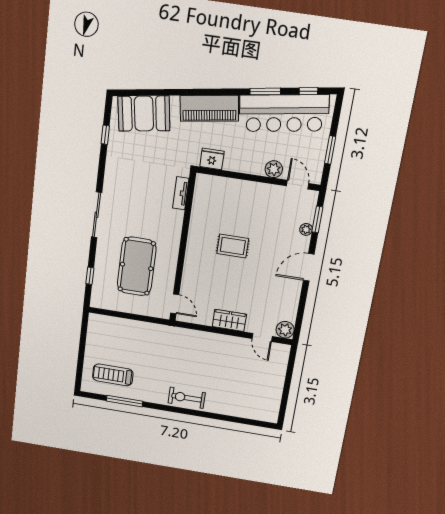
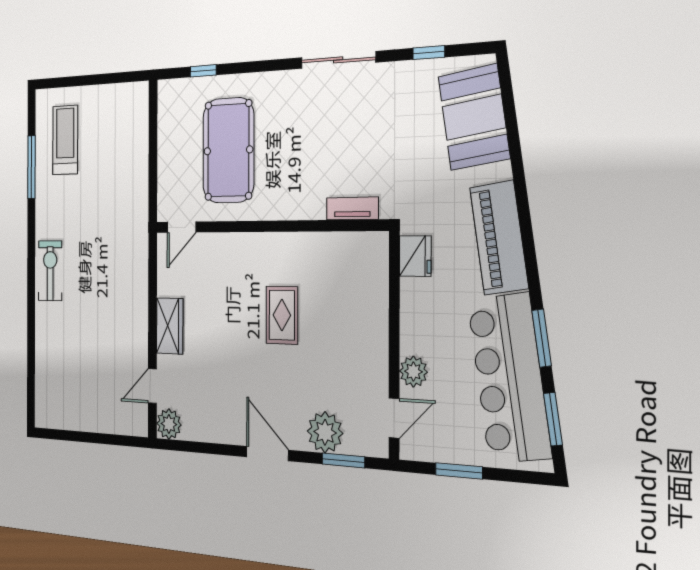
window: (308, 91) -> (553, 419), width x1.50
sliding door: (97, 215) -> (338, 60), moved
plant: (306, 229) -> (325, 432), width x1.87, depth x1.87
pool table: (137, 266) -> (228, 150), turned 90

